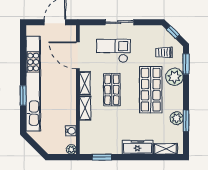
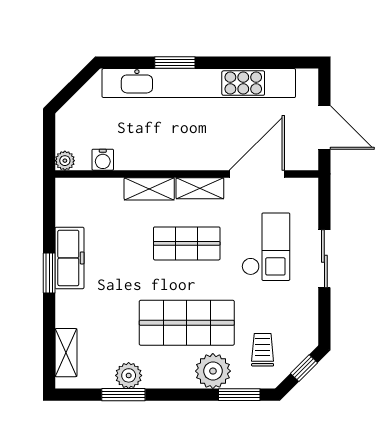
freezer: (137, 147) -> (69, 258), moved
window: (102, 157) -> (49, 273), moved

